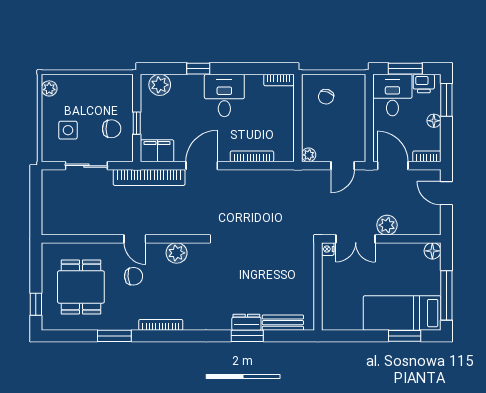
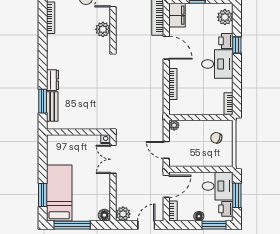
printer: (193, 84) -> (226, 41), added
plant: (387, 225) -> (123, 214), moved
window: (247, 336) -> (43, 101), moved

